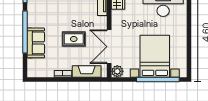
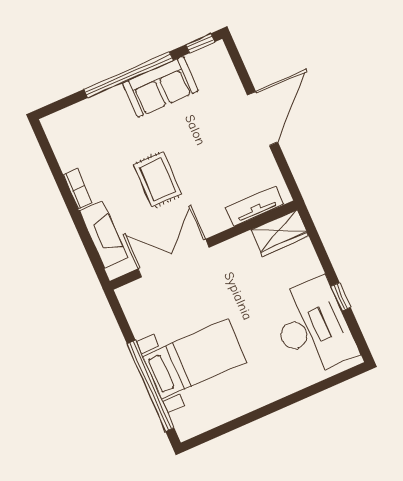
sofa: (36, 43) -> (160, 87), moved
bed with nightstands: (155, 56) -> (195, 359), width x0.73
plant: (117, 71) -> (131, 296), removed

